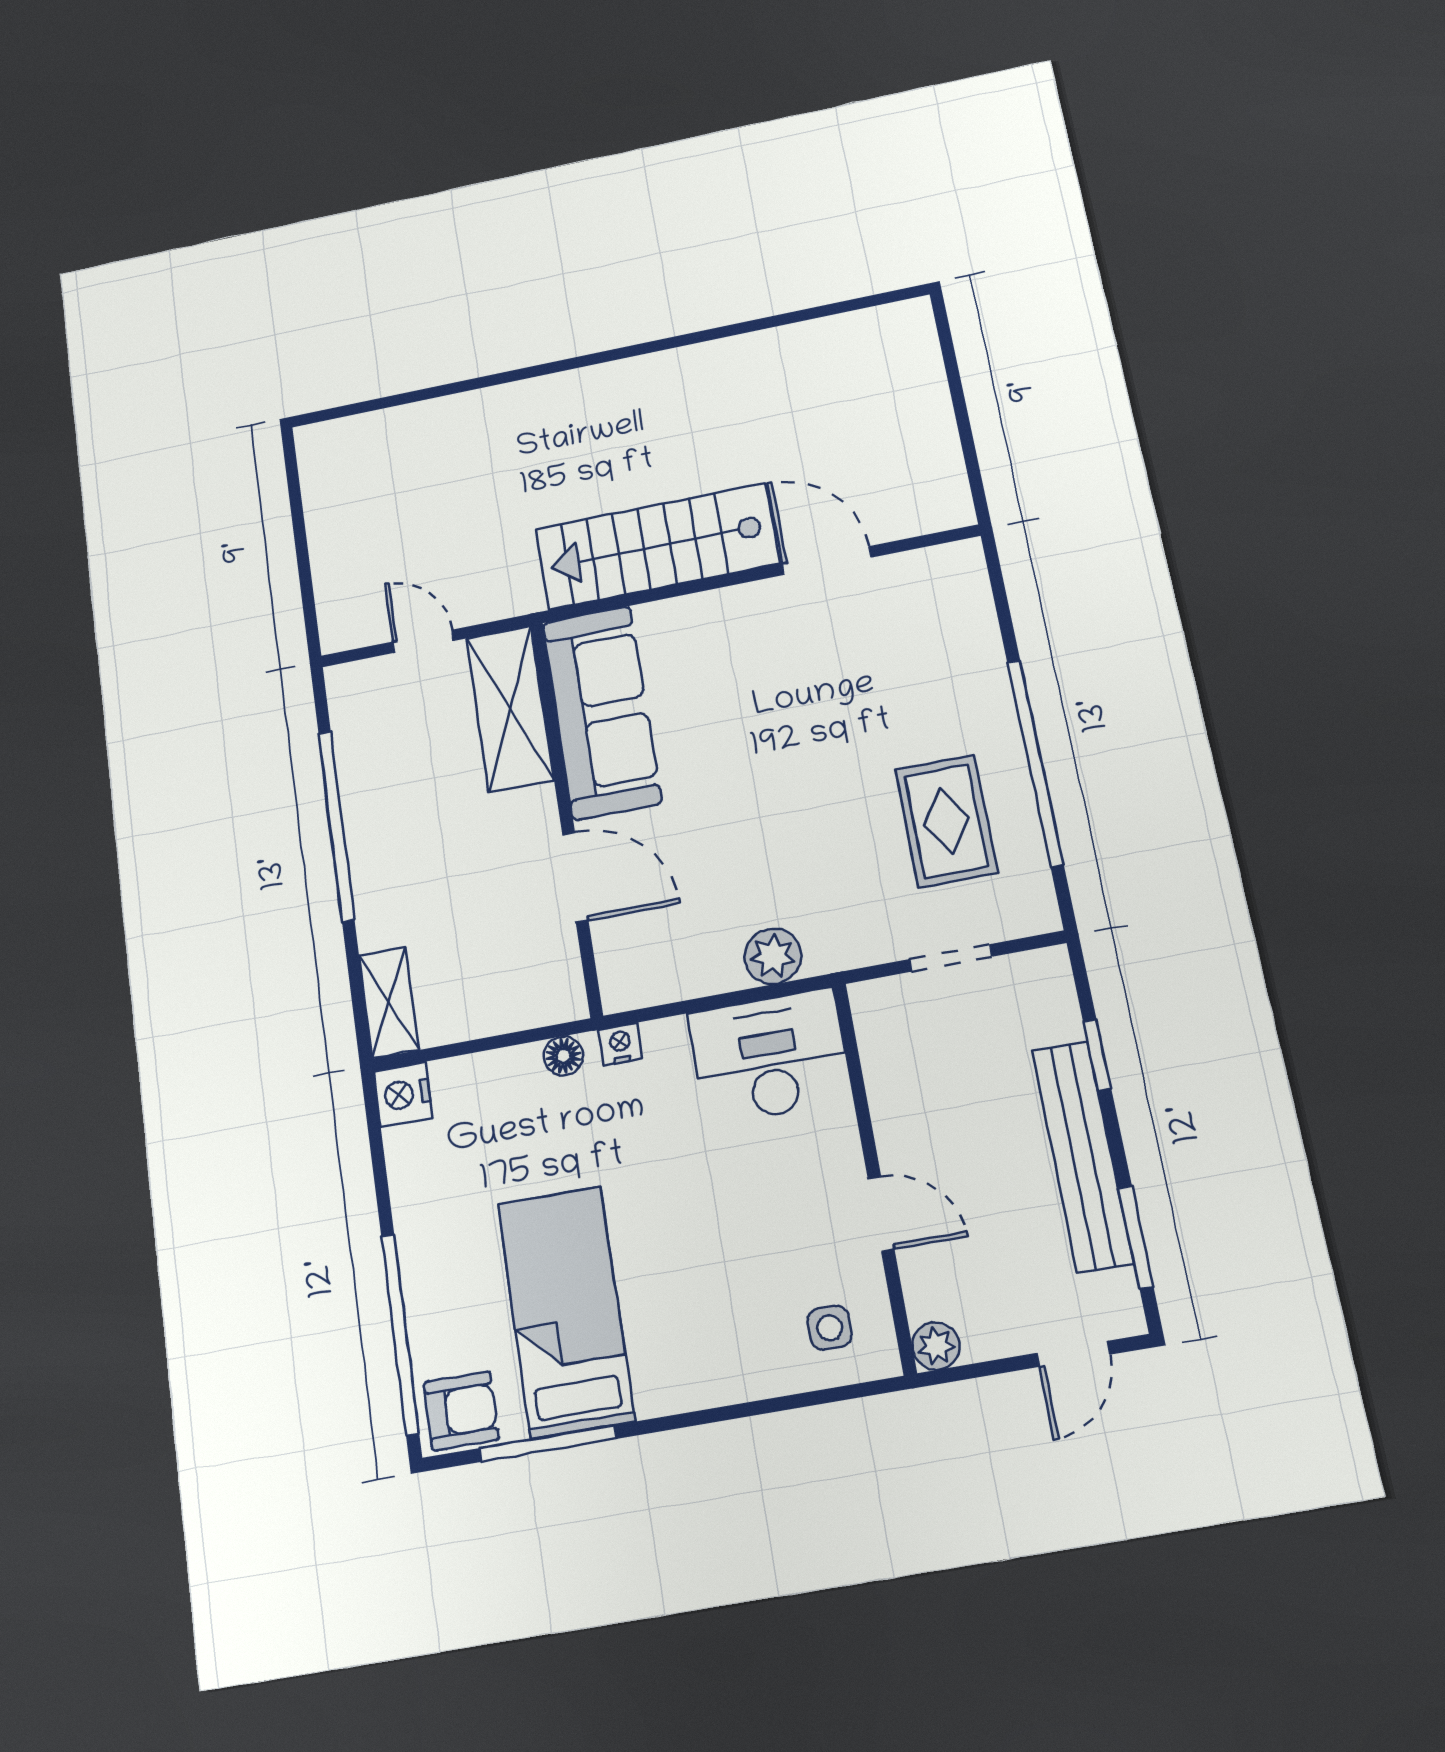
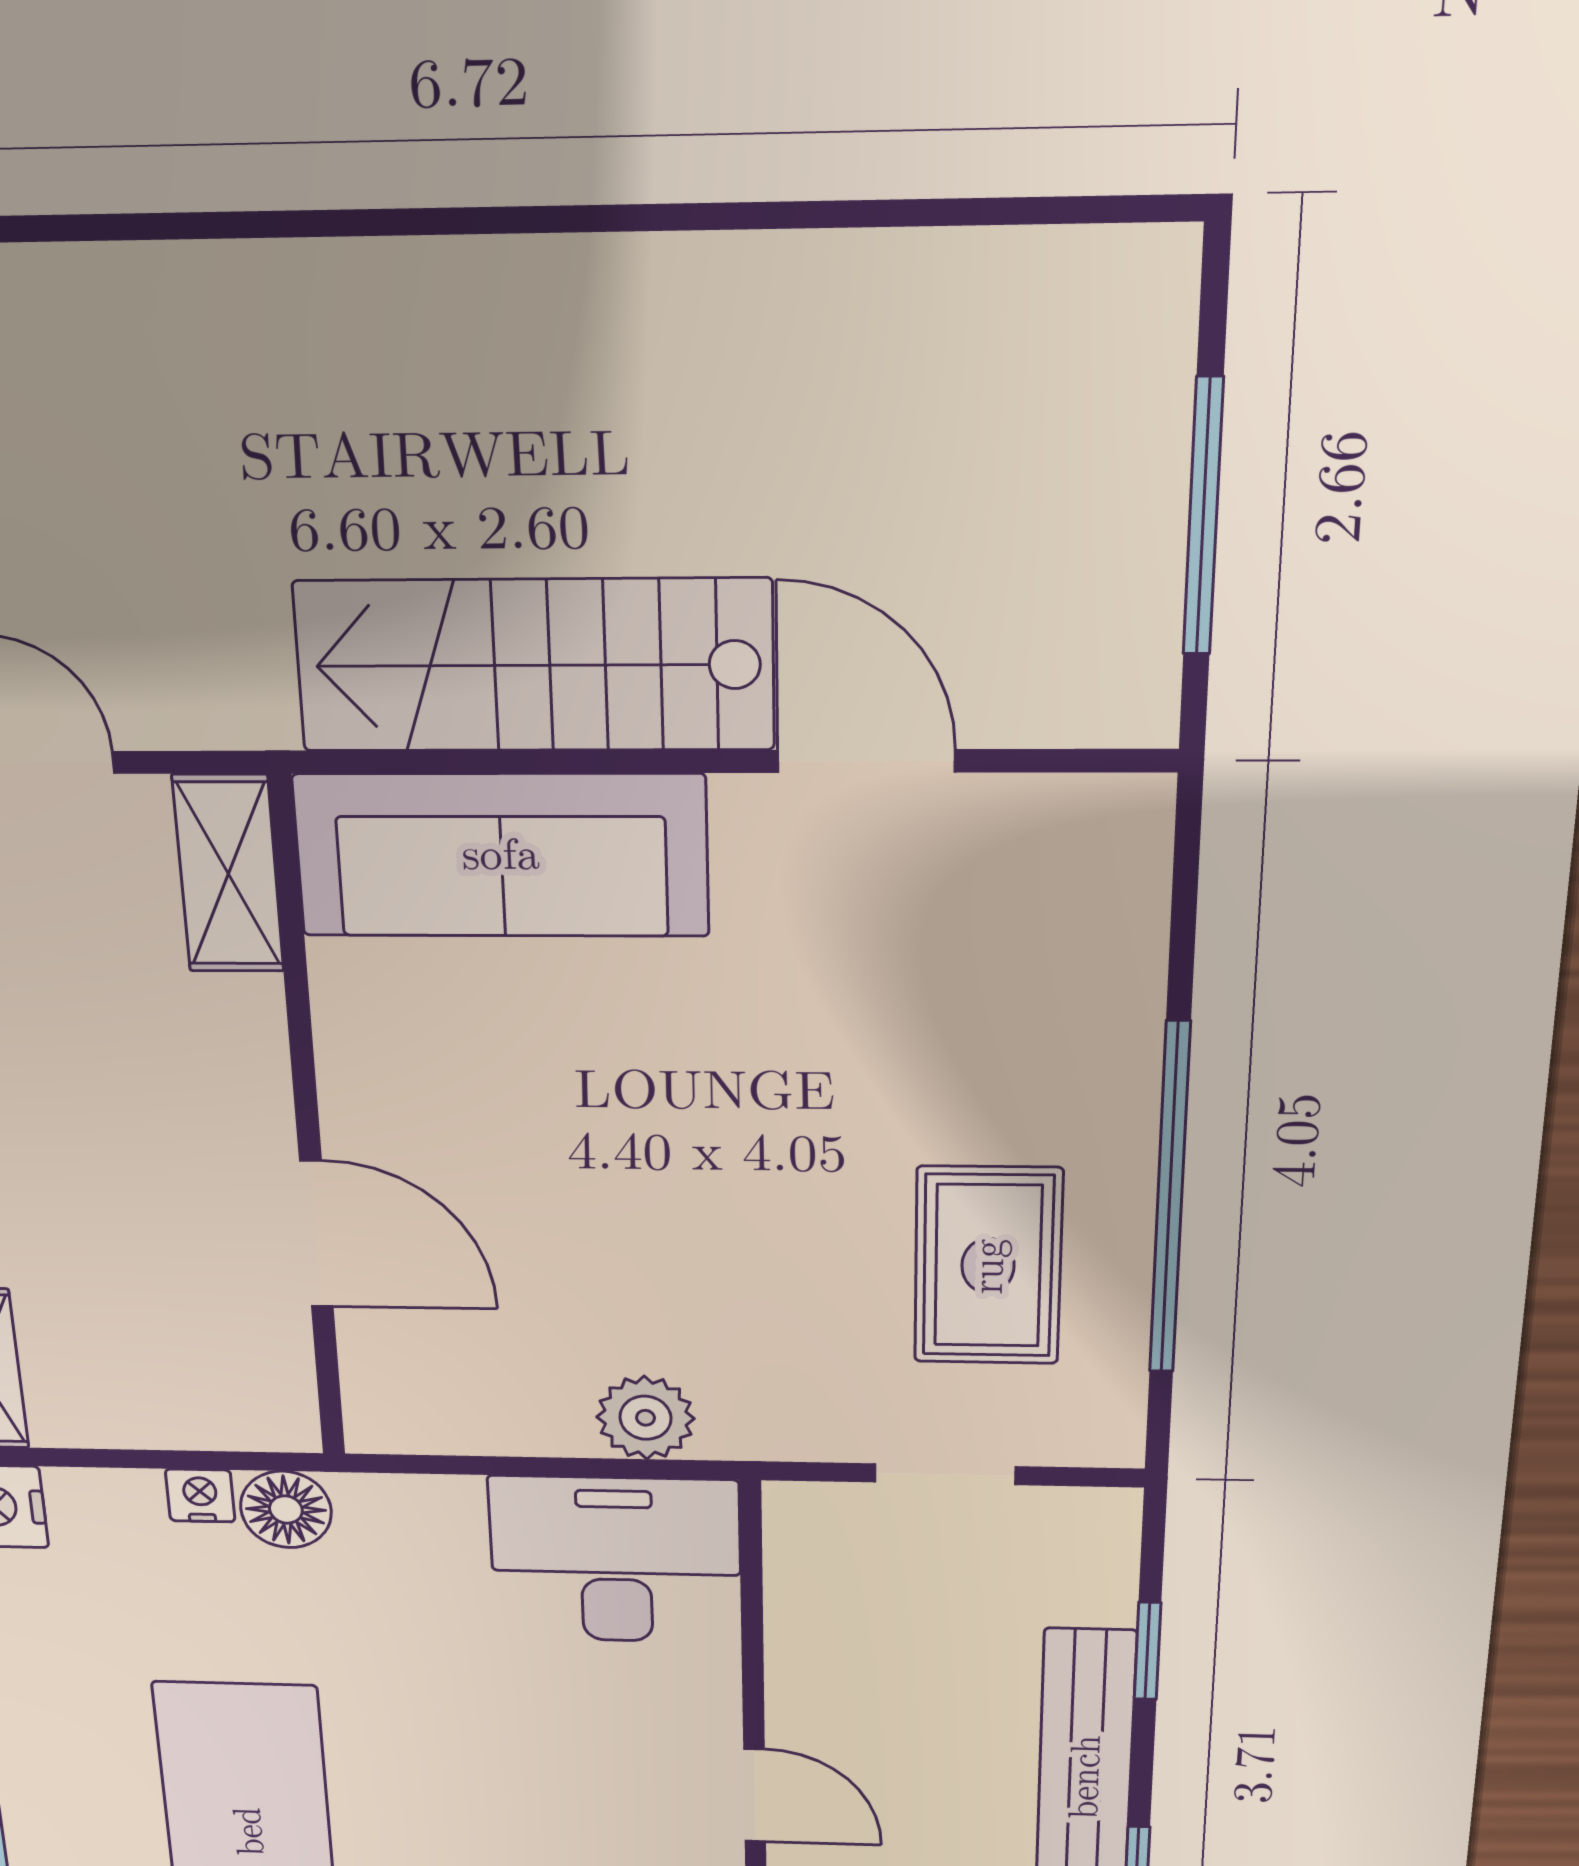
window: (962, 417) -> (1203, 517), added
shelving: (510, 708) -> (228, 874), width x0.67, depth x0.75
sofa: (602, 712) -> (501, 855), moved, turned 90
nightstand: (620, 1044) -> (200, 1495), moved
floor lamp: (563, 1056) -> (286, 1510), width x1.37, depth x1.37

